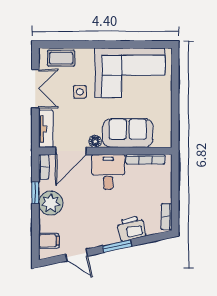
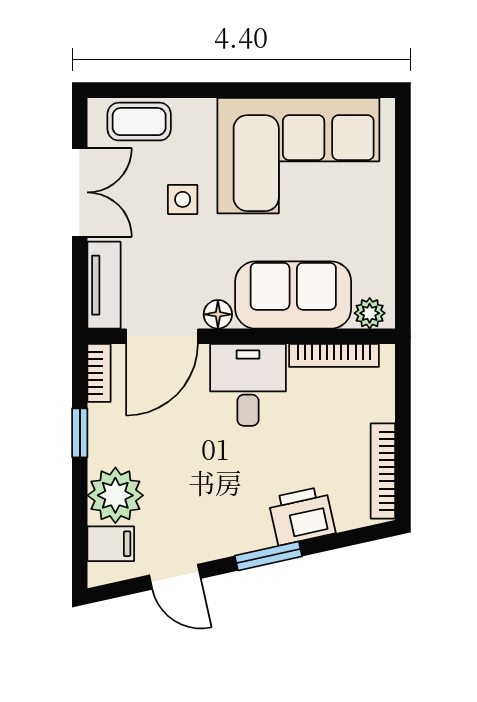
plant: (161, 141) -> (370, 313), added
plant: (51, 203) -> (115, 495), moved
bookcase: (167, 217) -> (383, 471), width x1.56

